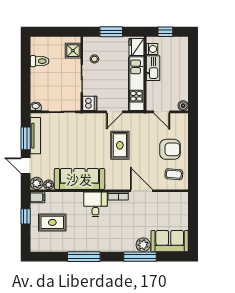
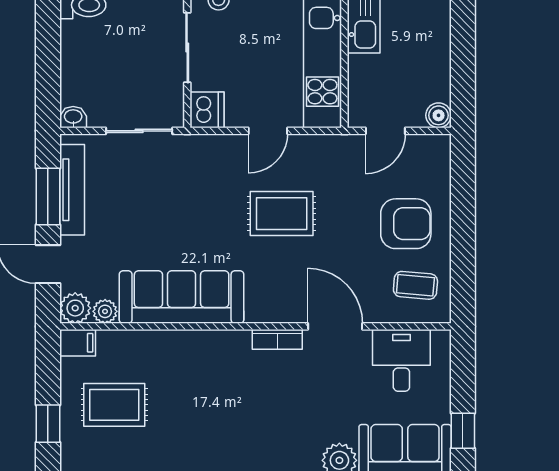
door: (162, 112) -> (385, 131), hinge flipped
rug: (120, 145) -> (282, 214), turned 90
desk: (95, 204) -> (401, 360), moved
window: (26, 216) -> (48, 424), moved
window: (193, 233) -> (463, 431), added

